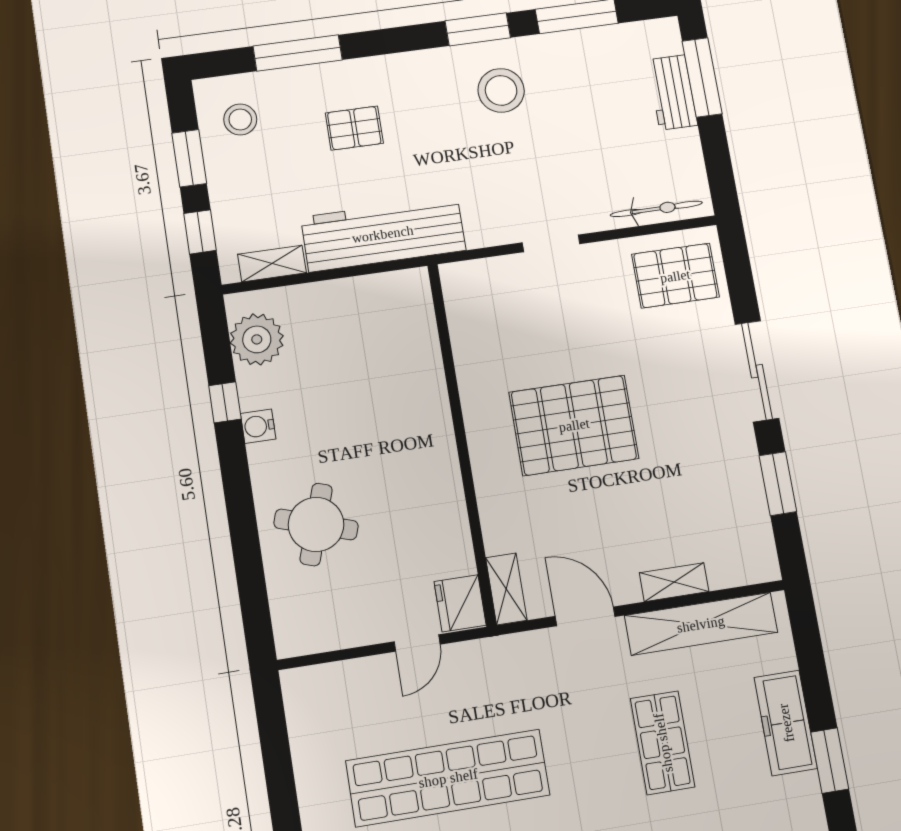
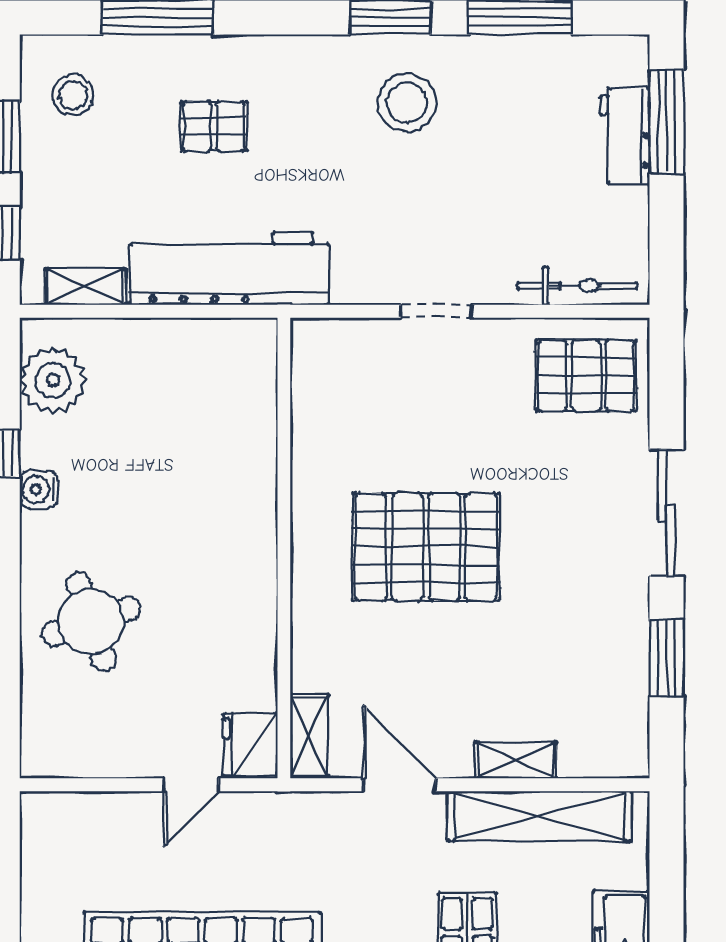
round table: (316, 524) -> (91, 622), turned -37

